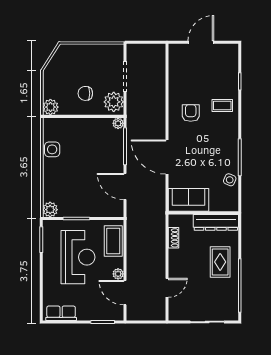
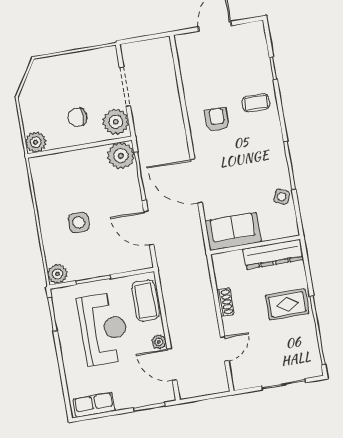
plant: (118, 123) -> (121, 156), width x1.87, depth x1.87
side table: (52, 149) -> (79, 222), moved
shoe rack: (173, 238) -> (225, 302), moved
rug: (220, 262) -> (287, 304), turned 90

